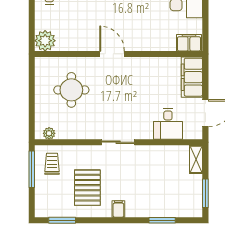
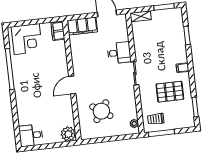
round table: (71, 90) -> (101, 111), turned 34
desk: (168, 124) -> (119, 53), moved

